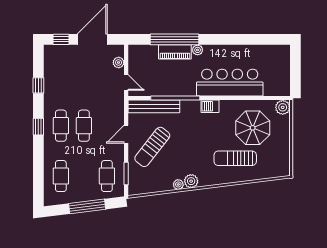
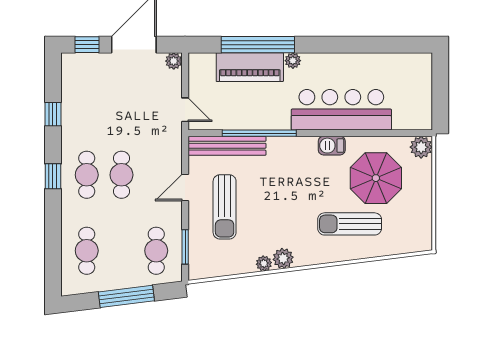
piano: (175, 52) -> (250, 67), width x1.37, depth x1.33
plant: (119, 63) -> (174, 61), moved
barbecue: (210, 106) -> (332, 146), moved
sun lounger: (152, 147) -> (225, 207), turned -38

